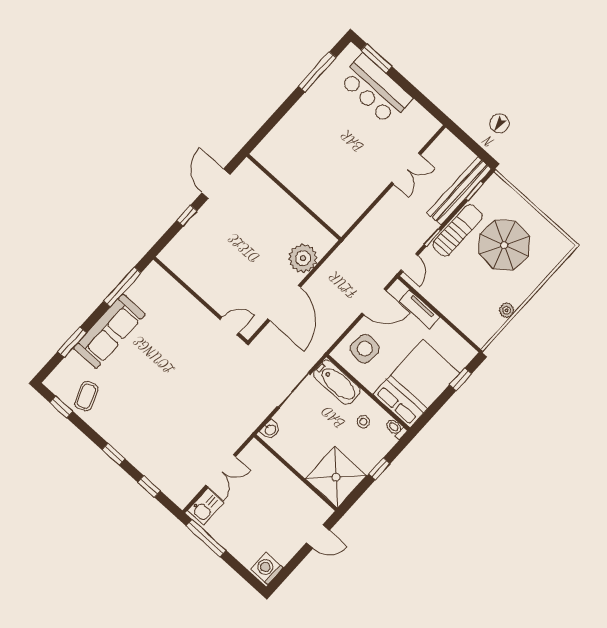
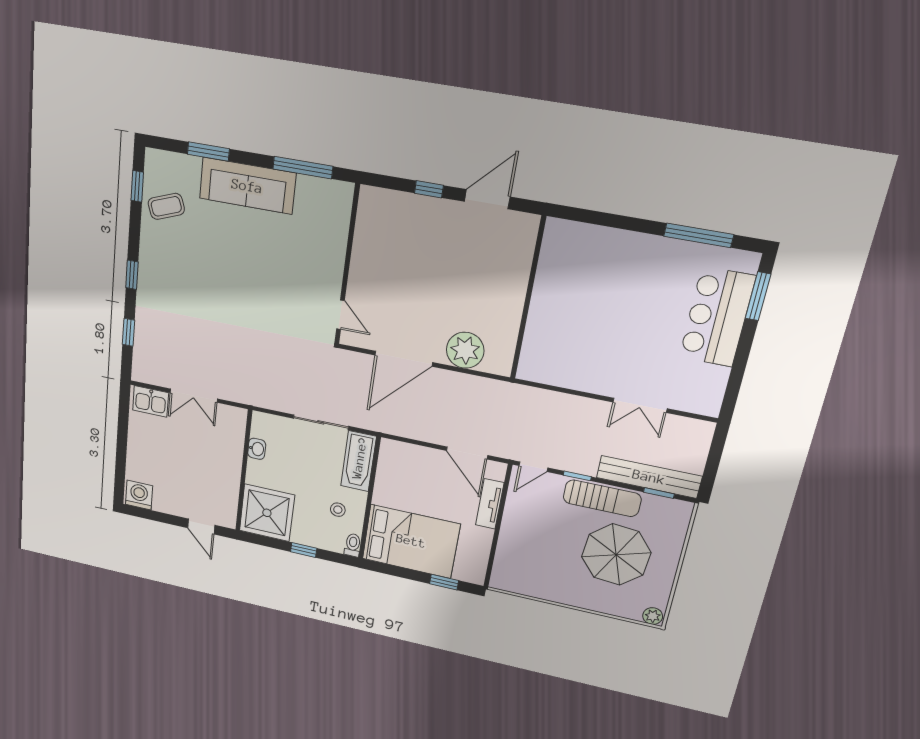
plant: (507, 310) -> (653, 616), moved
side table: (365, 349) -> (412, 471), removed
washbasin: (270, 430) -> (257, 449), moved, turned -90
window: (206, 538) -> (123, 420), removed

